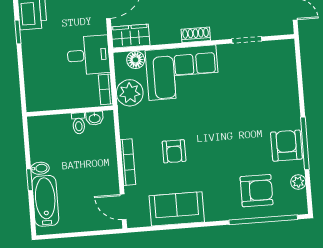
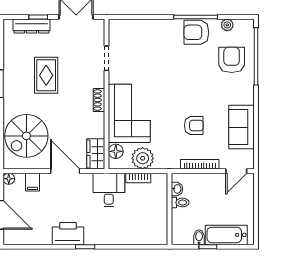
wall: (70, 111) -> (170, 209), moved
washbasin: (95, 118) -> (177, 189), moved
toilet: (79, 123) -> (180, 202), moved

